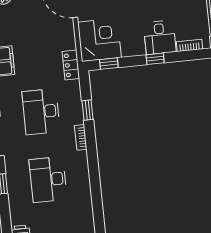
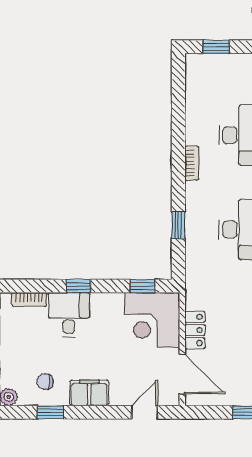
locker: (71, 65) -> (195, 330), moved
bookcase: (81, 137) -> (192, 163), moved

